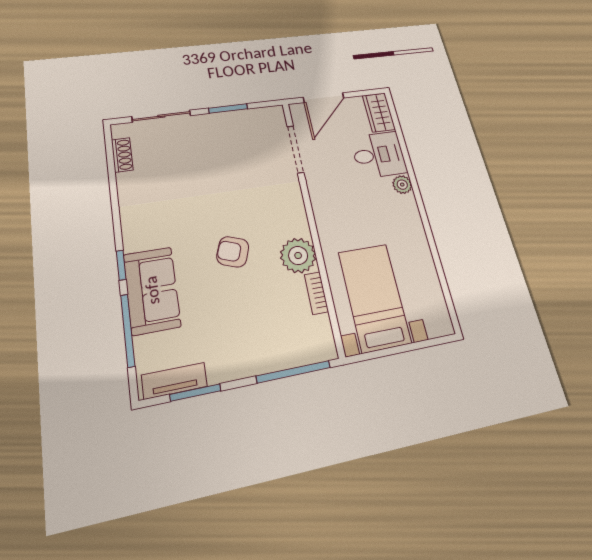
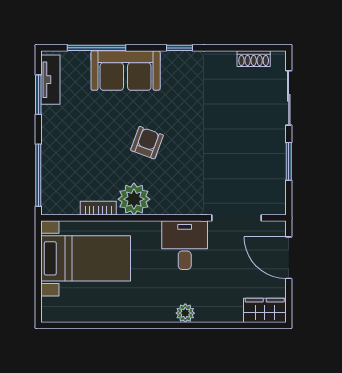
desk: (379, 155) -> (185, 245), moved, turned 180
window: (121, 265) -> (179, 48), moved

